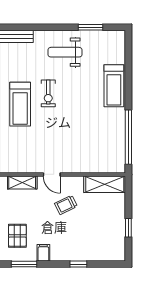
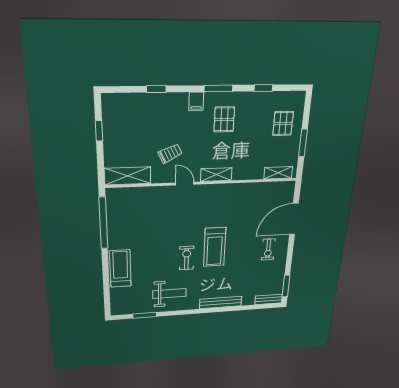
treadmill: (20, 104) -> (215, 247), turned 180

